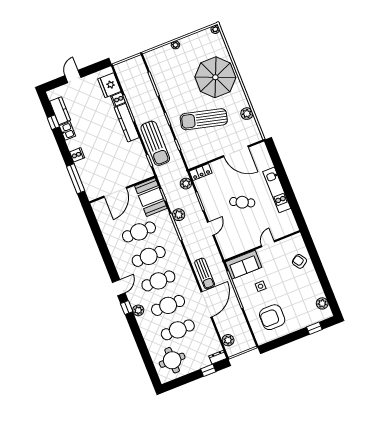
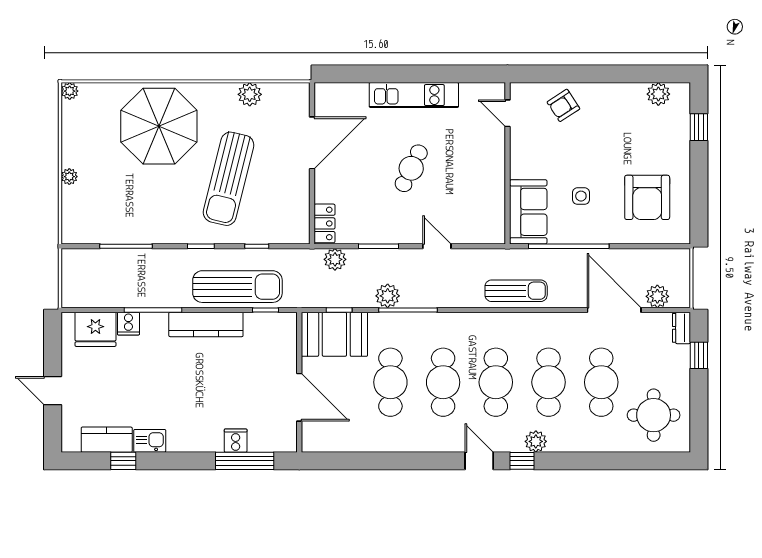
kitchen counter: (127, 123) -> (206, 324), moved
cooker: (77, 155) -> (236, 441), moved
door: (268, 244) -> (508, 113), moved
door: (207, 304) -> (614, 310), moved

